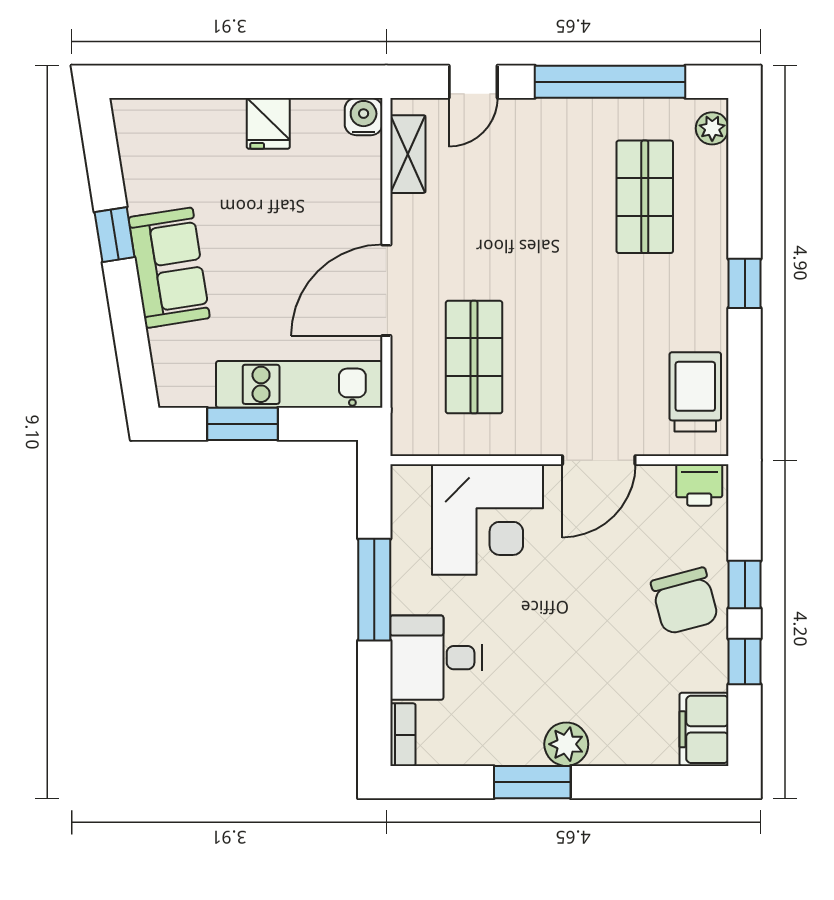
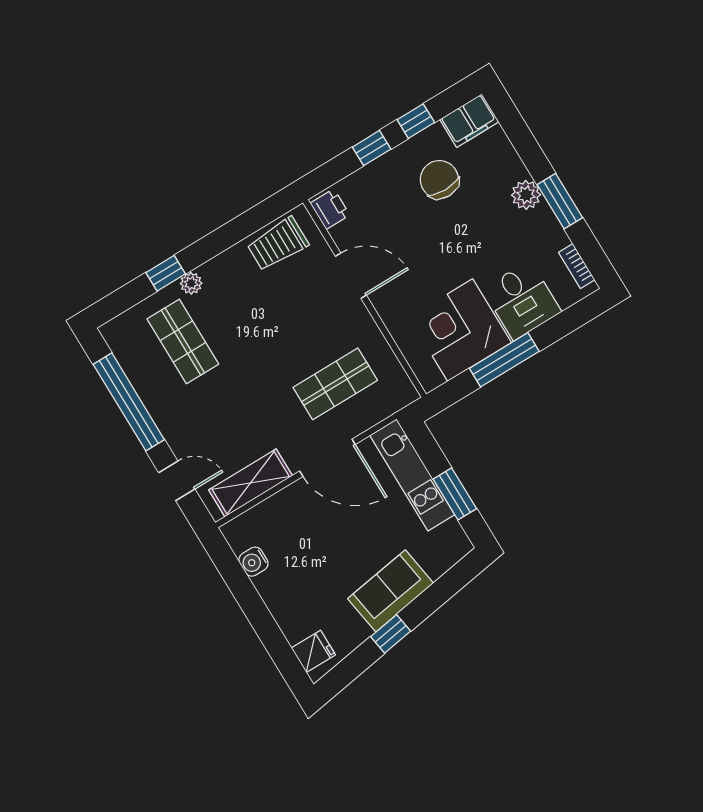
water cooler: (364, 117) -> (253, 562), moved
fridge: (268, 123) -> (313, 651), moved
plant: (712, 128) -> (191, 283), moved
shelving: (408, 154) -> (251, 483), width x1.50, depth x1.33
shop shelf: (645, 197) -> (183, 341), turned 90
window: (745, 283) -> (166, 273), moved
corner desk: (487, 520) -> (460, 330), moved, turned -90
chair: (685, 601) -> (439, 180), moved, turned -75
bookcase: (403, 735) -> (577, 266), moved, turned -90

